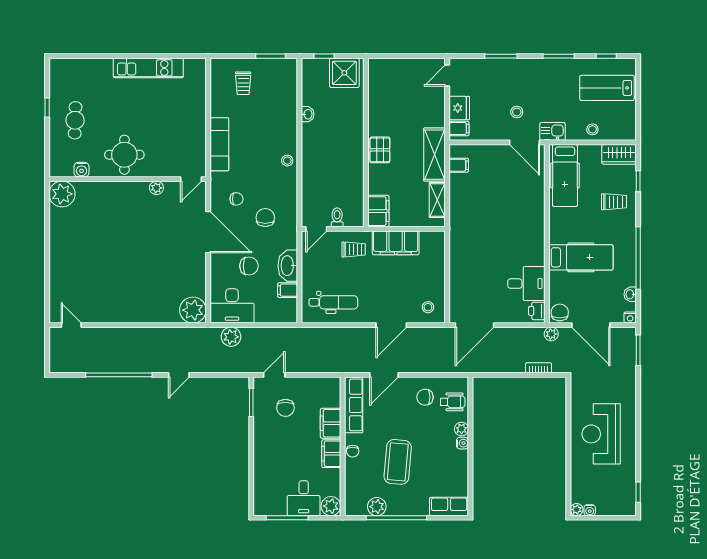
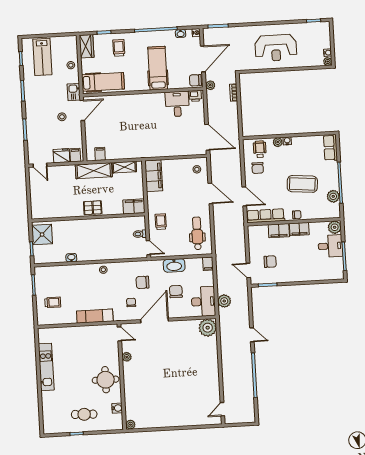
plant: (62, 194) -> (131, 425), width x0.53, depth x0.53
filing cabinet: (396, 243) -> (154, 176), moved
filing cabinet: (288, 290) -> (208, 264), moved

